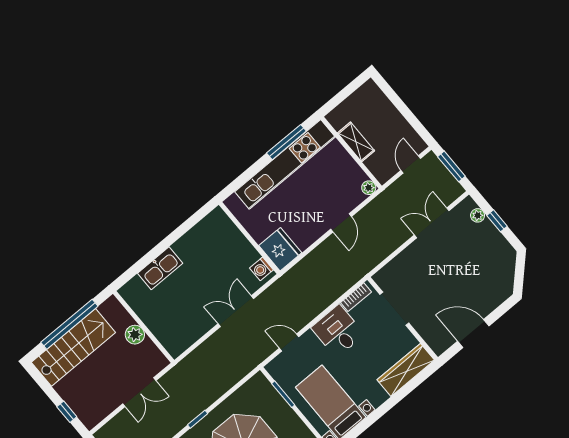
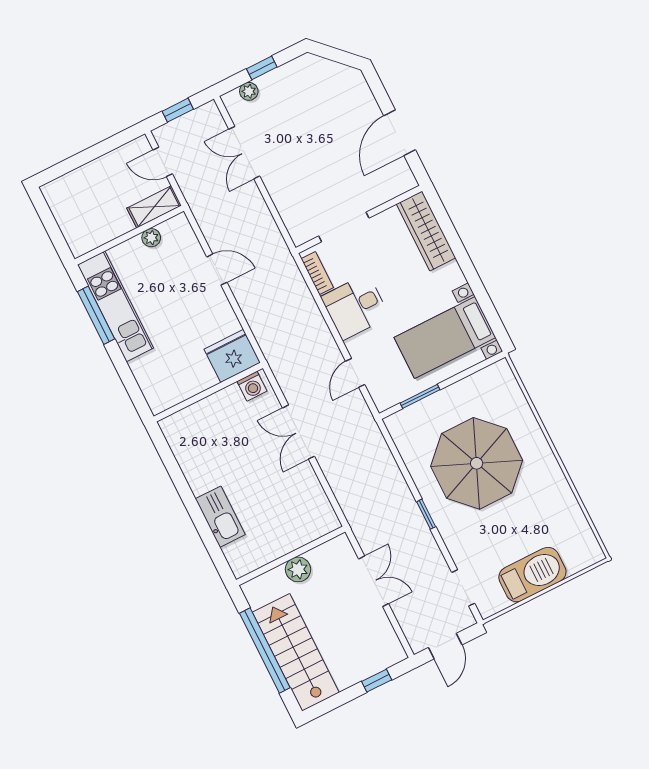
shelving: (356, 142) -> (154, 207), moved
kitchen unit: (285, 164) -> (115, 306), width x0.73
window: (451, 166) -> (178, 110), width x0.67
plant: (369, 188) -> (151, 238), moved

